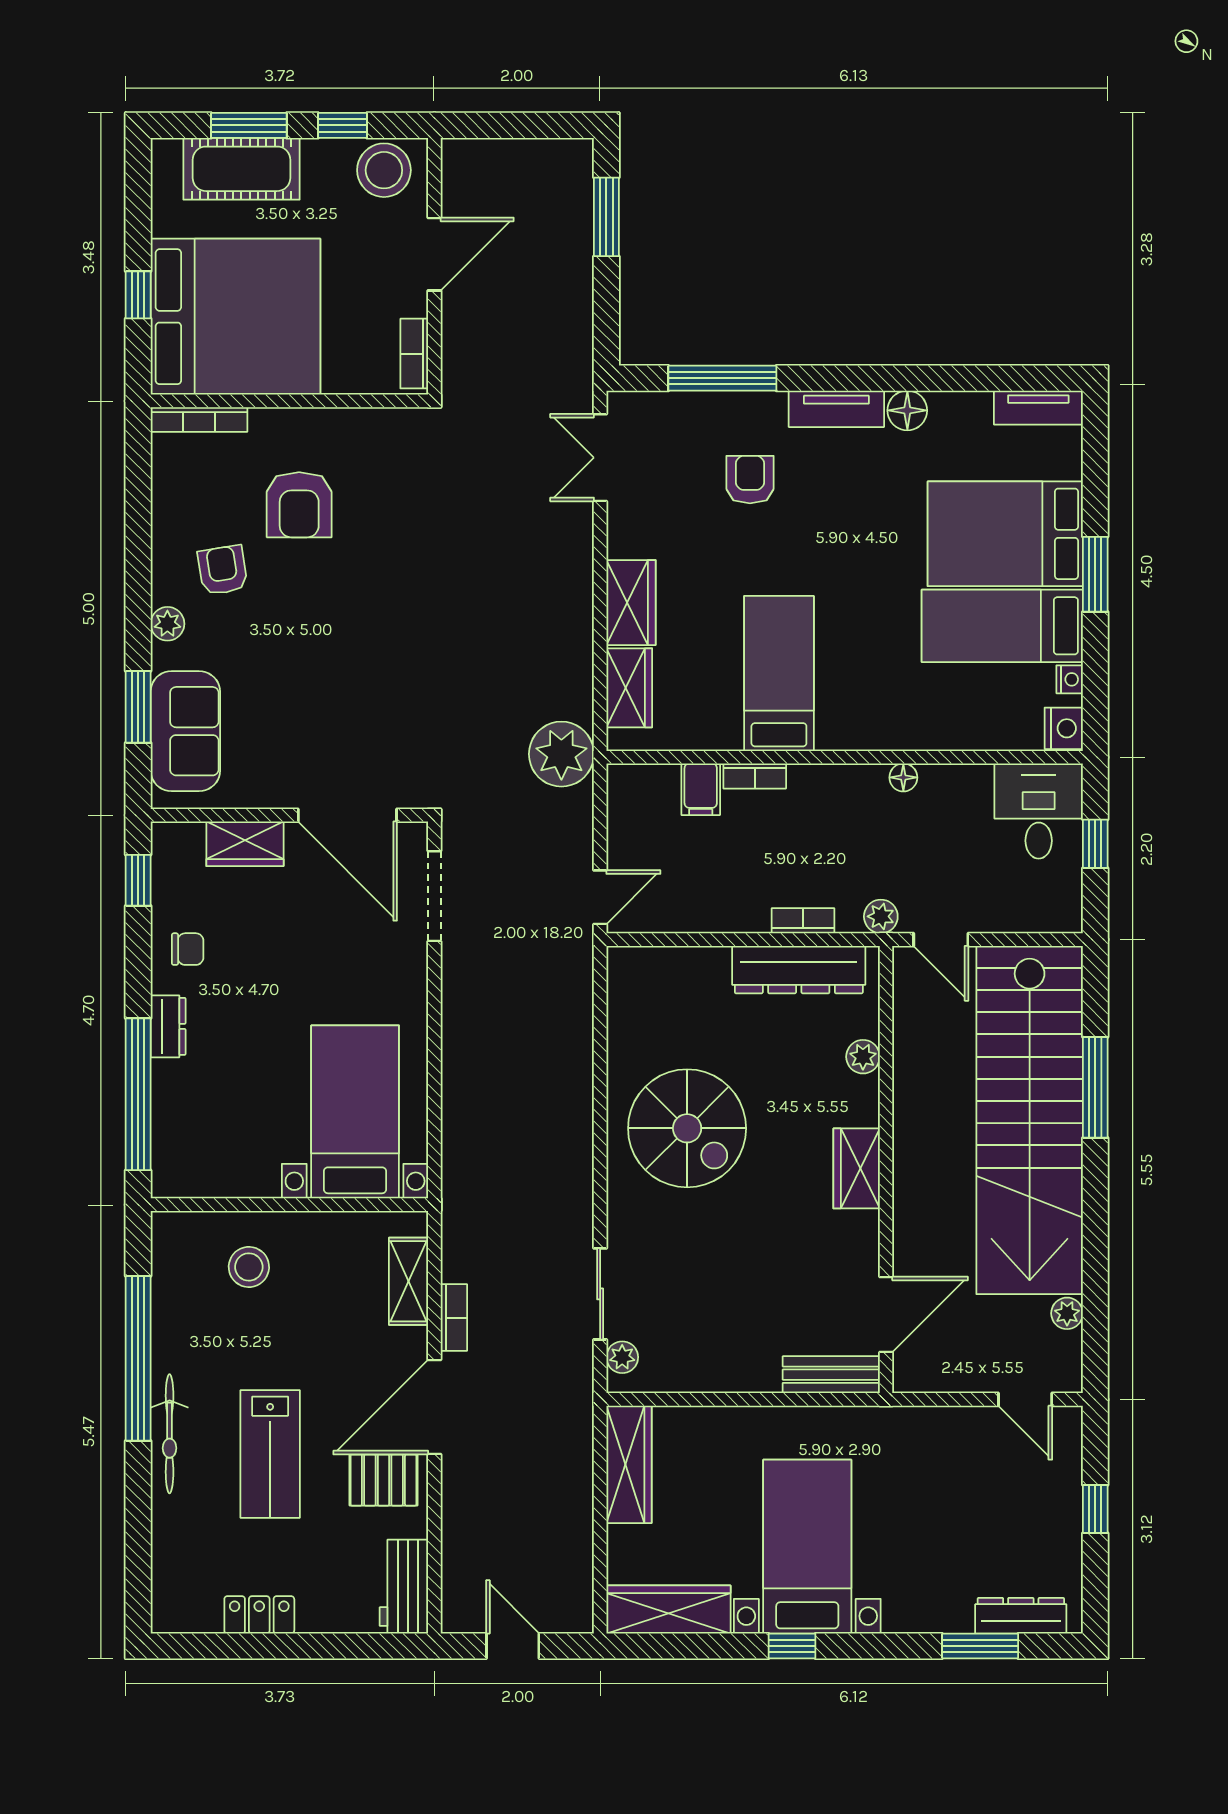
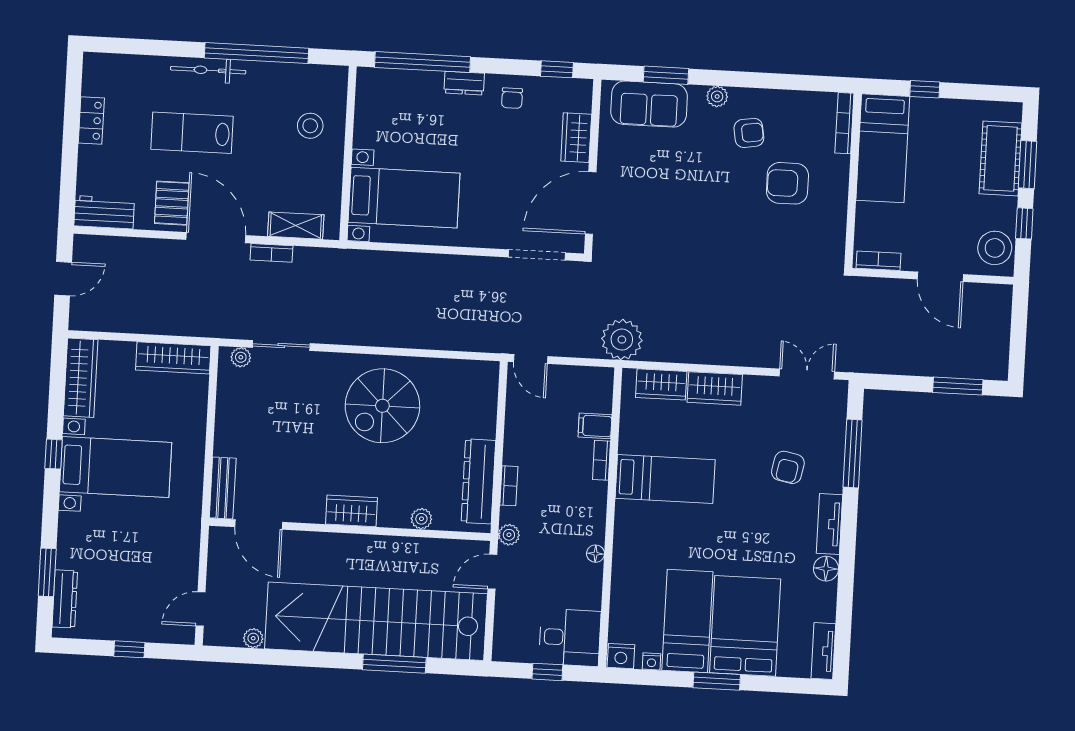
bed: (235, 317) -> (883, 148), width x0.49
armchair: (750, 480) -> (788, 467), turned 101

